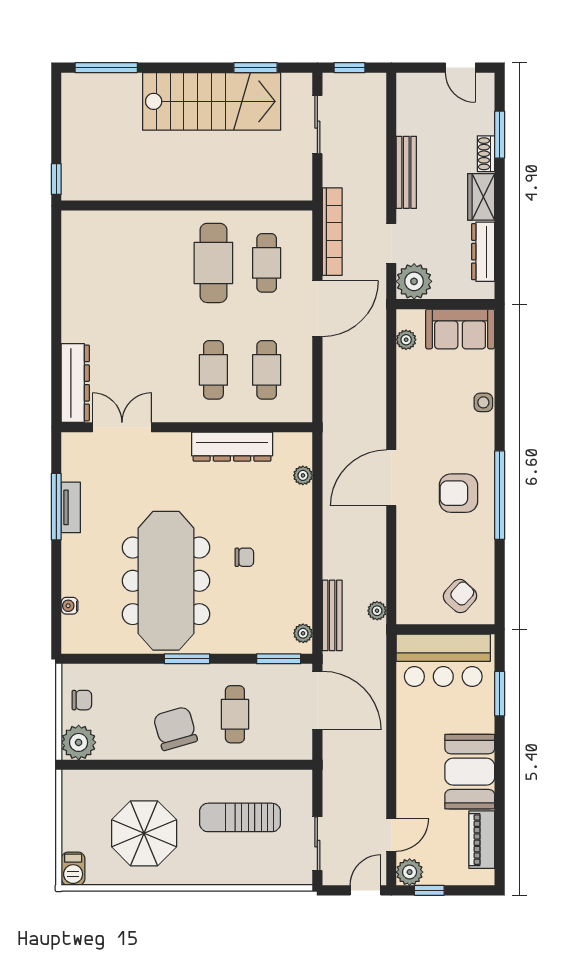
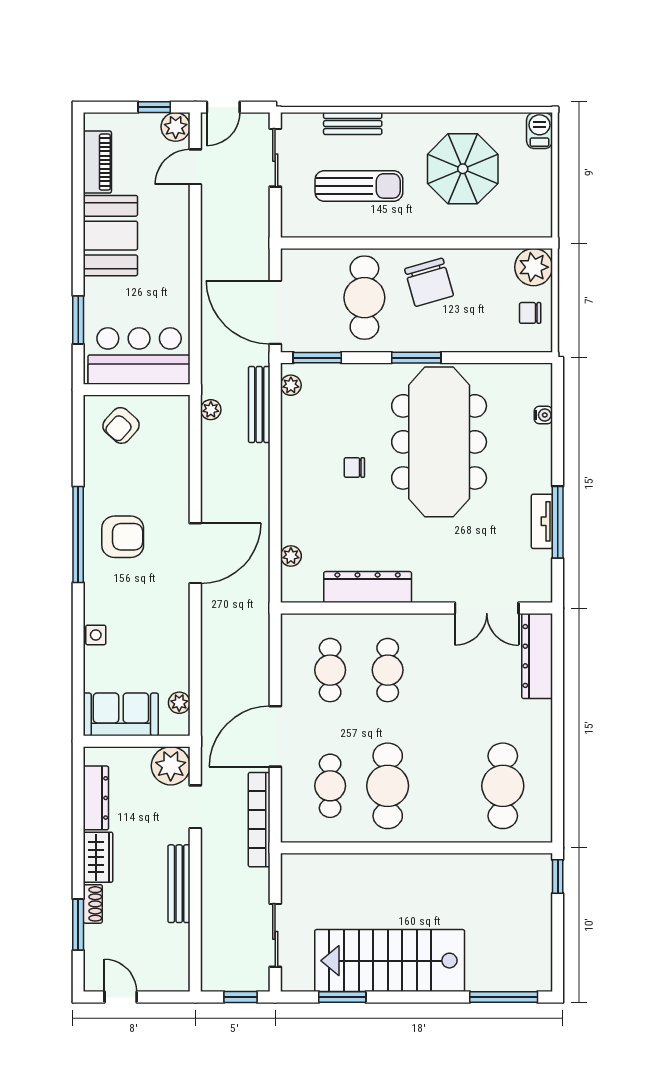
cafe table: (107, 263) -> (503, 786), added
cafe table: (235, 714) -> (364, 298), width x1.37, depth x1.35
bench: (246, 875) -> (353, 124), added

